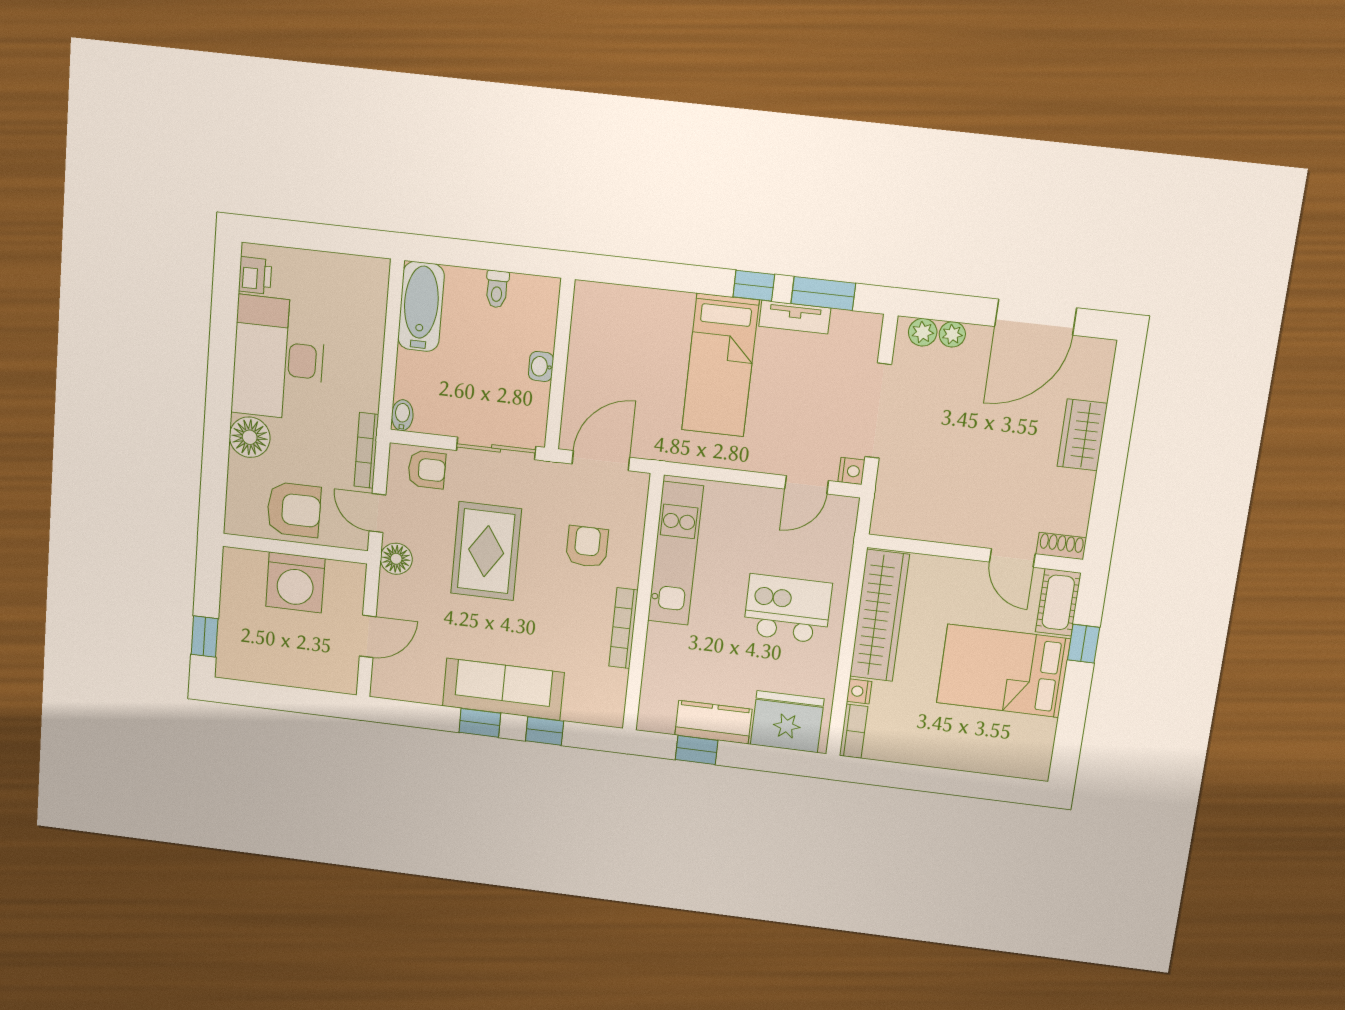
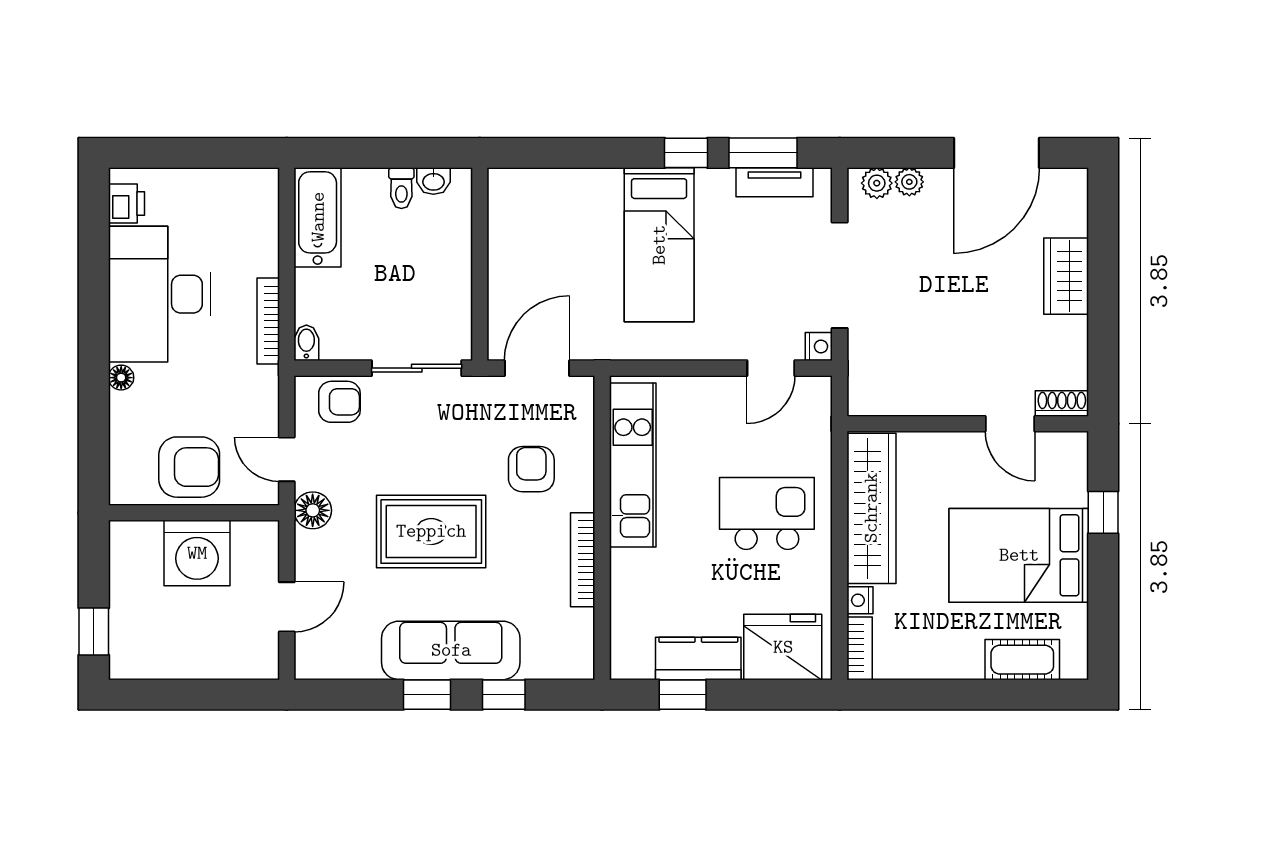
tv unit: (795, 317) -> (774, 182), moved
washbasin: (541, 366) -> (433, 181), moved, turned -90
floor lamp: (250, 437) -> (121, 378), width x0.53, depth x0.53
bookcase: (366, 450) -> (268, 321), moved
rug: (486, 551) -> (431, 531), moved, turned 90
cot: (1058, 602) -> (1022, 660), moved, turned 90

